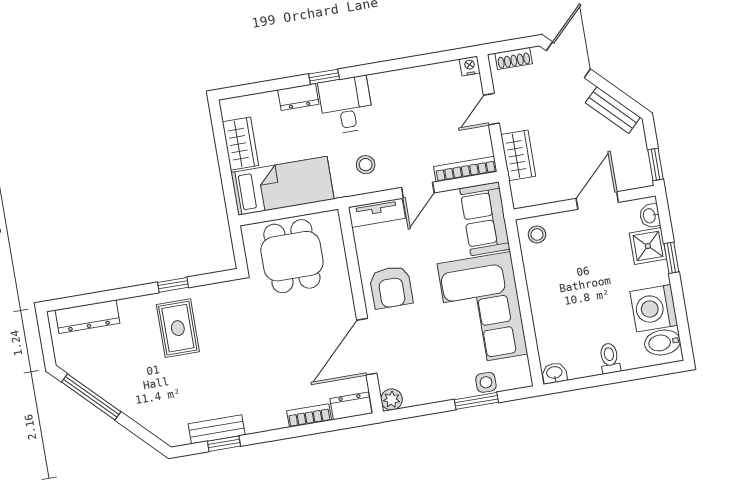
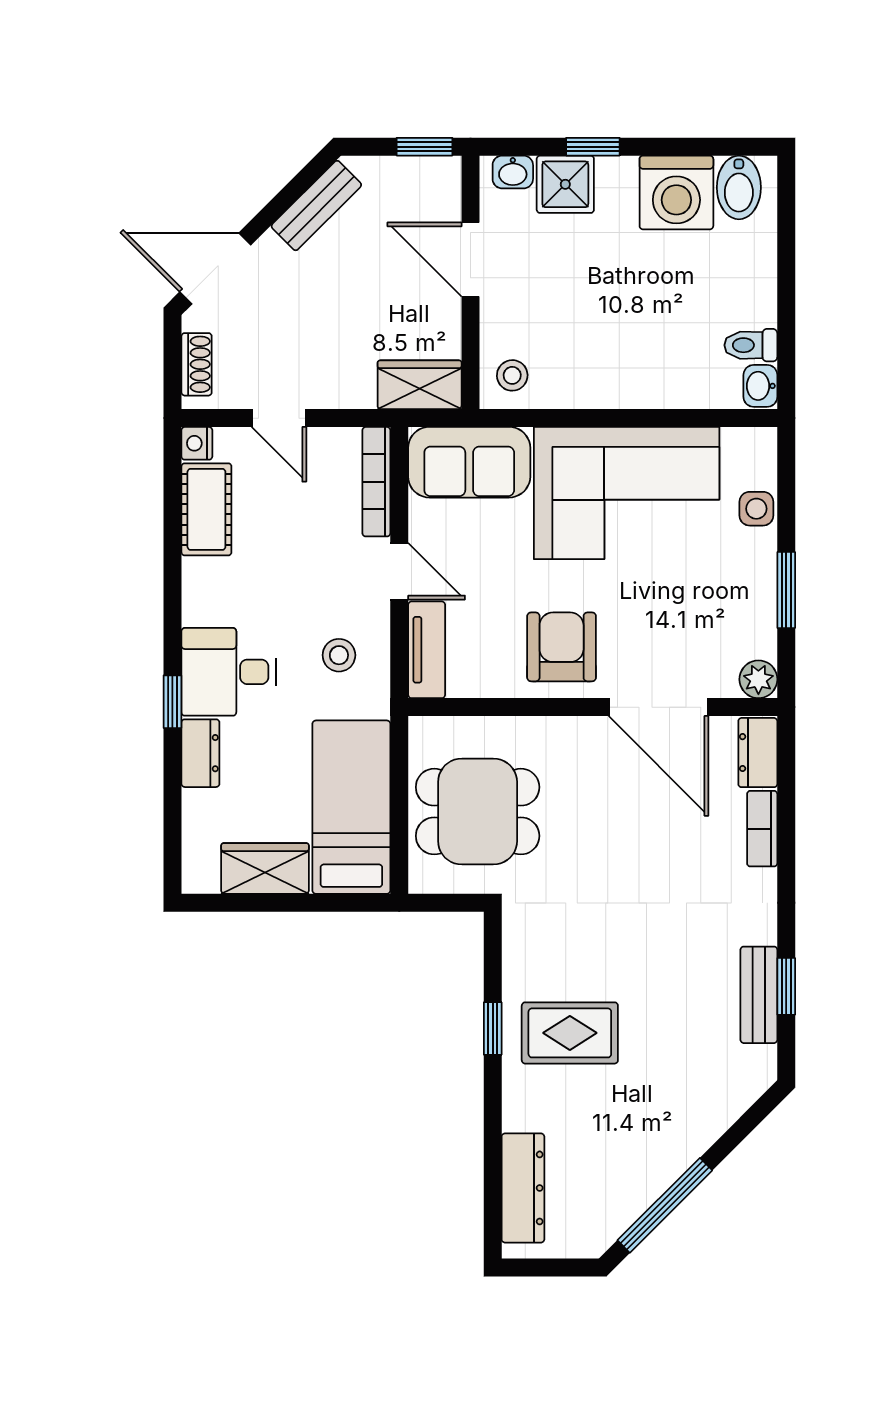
cot: (434, 77) -> (206, 509), added
wardrobe: (518, 155) -> (420, 385), moved
armchair: (391, 287) -> (562, 647), turned -90
toilet: (610, 358) -> (751, 345), moved
window: (476, 401) -> (786, 590), moved

